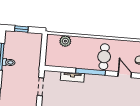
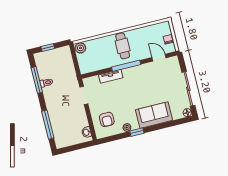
plant: (65, 41) -> (80, 48), moved
cafe table: (104, 57) -> (123, 46), moved

